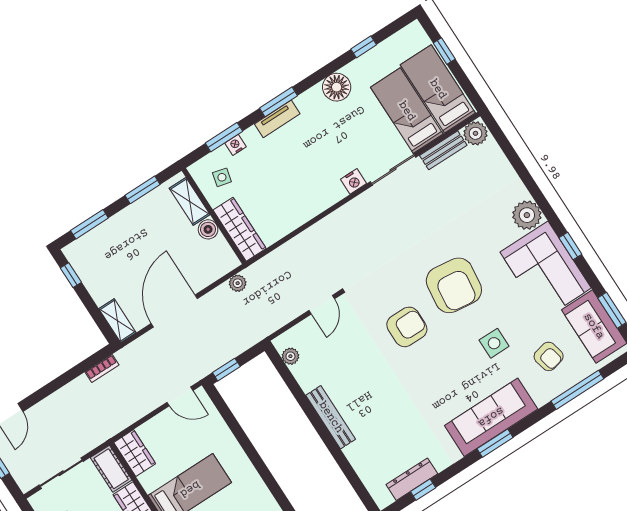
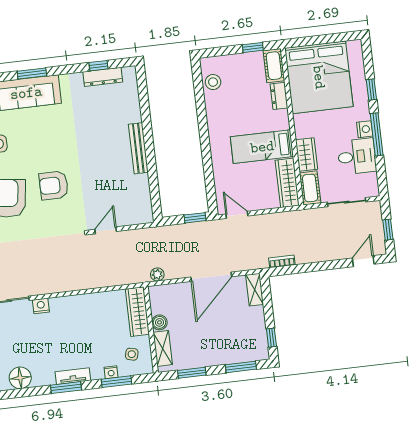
plant: (290, 356) -> (145, 205), removed
wardrobe: (135, 453) -> (287, 183), width x1.50

